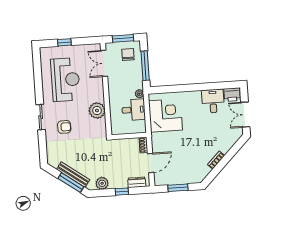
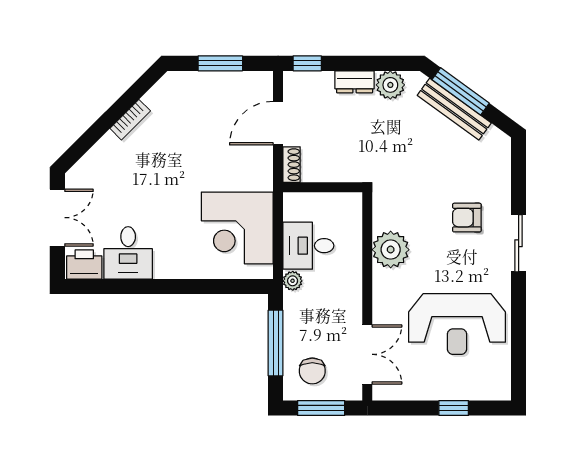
reception desk: (65, 80) -> (457, 324), turned -90
dresser: (137, 182) -> (355, 82), moved
window: (122, 192) -> (307, 63), moved

